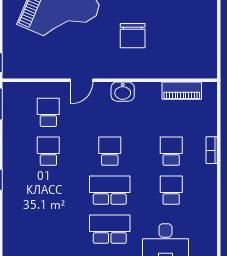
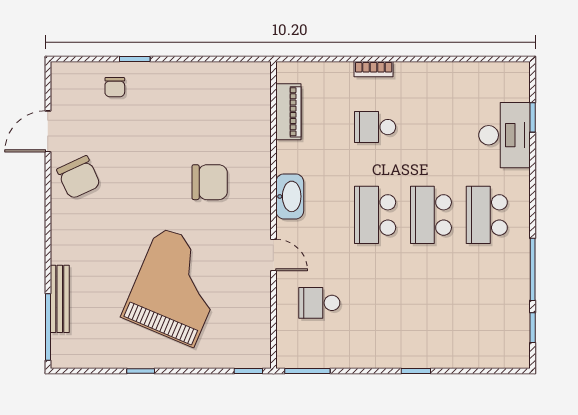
washbasin: (123, 92) -> (290, 196), width x1.38
school desk: (48, 151) -> (375, 303), removed
school desk: (110, 151) -> (375, 215), width x1.85
school desk: (171, 190) -> (431, 127), removed

